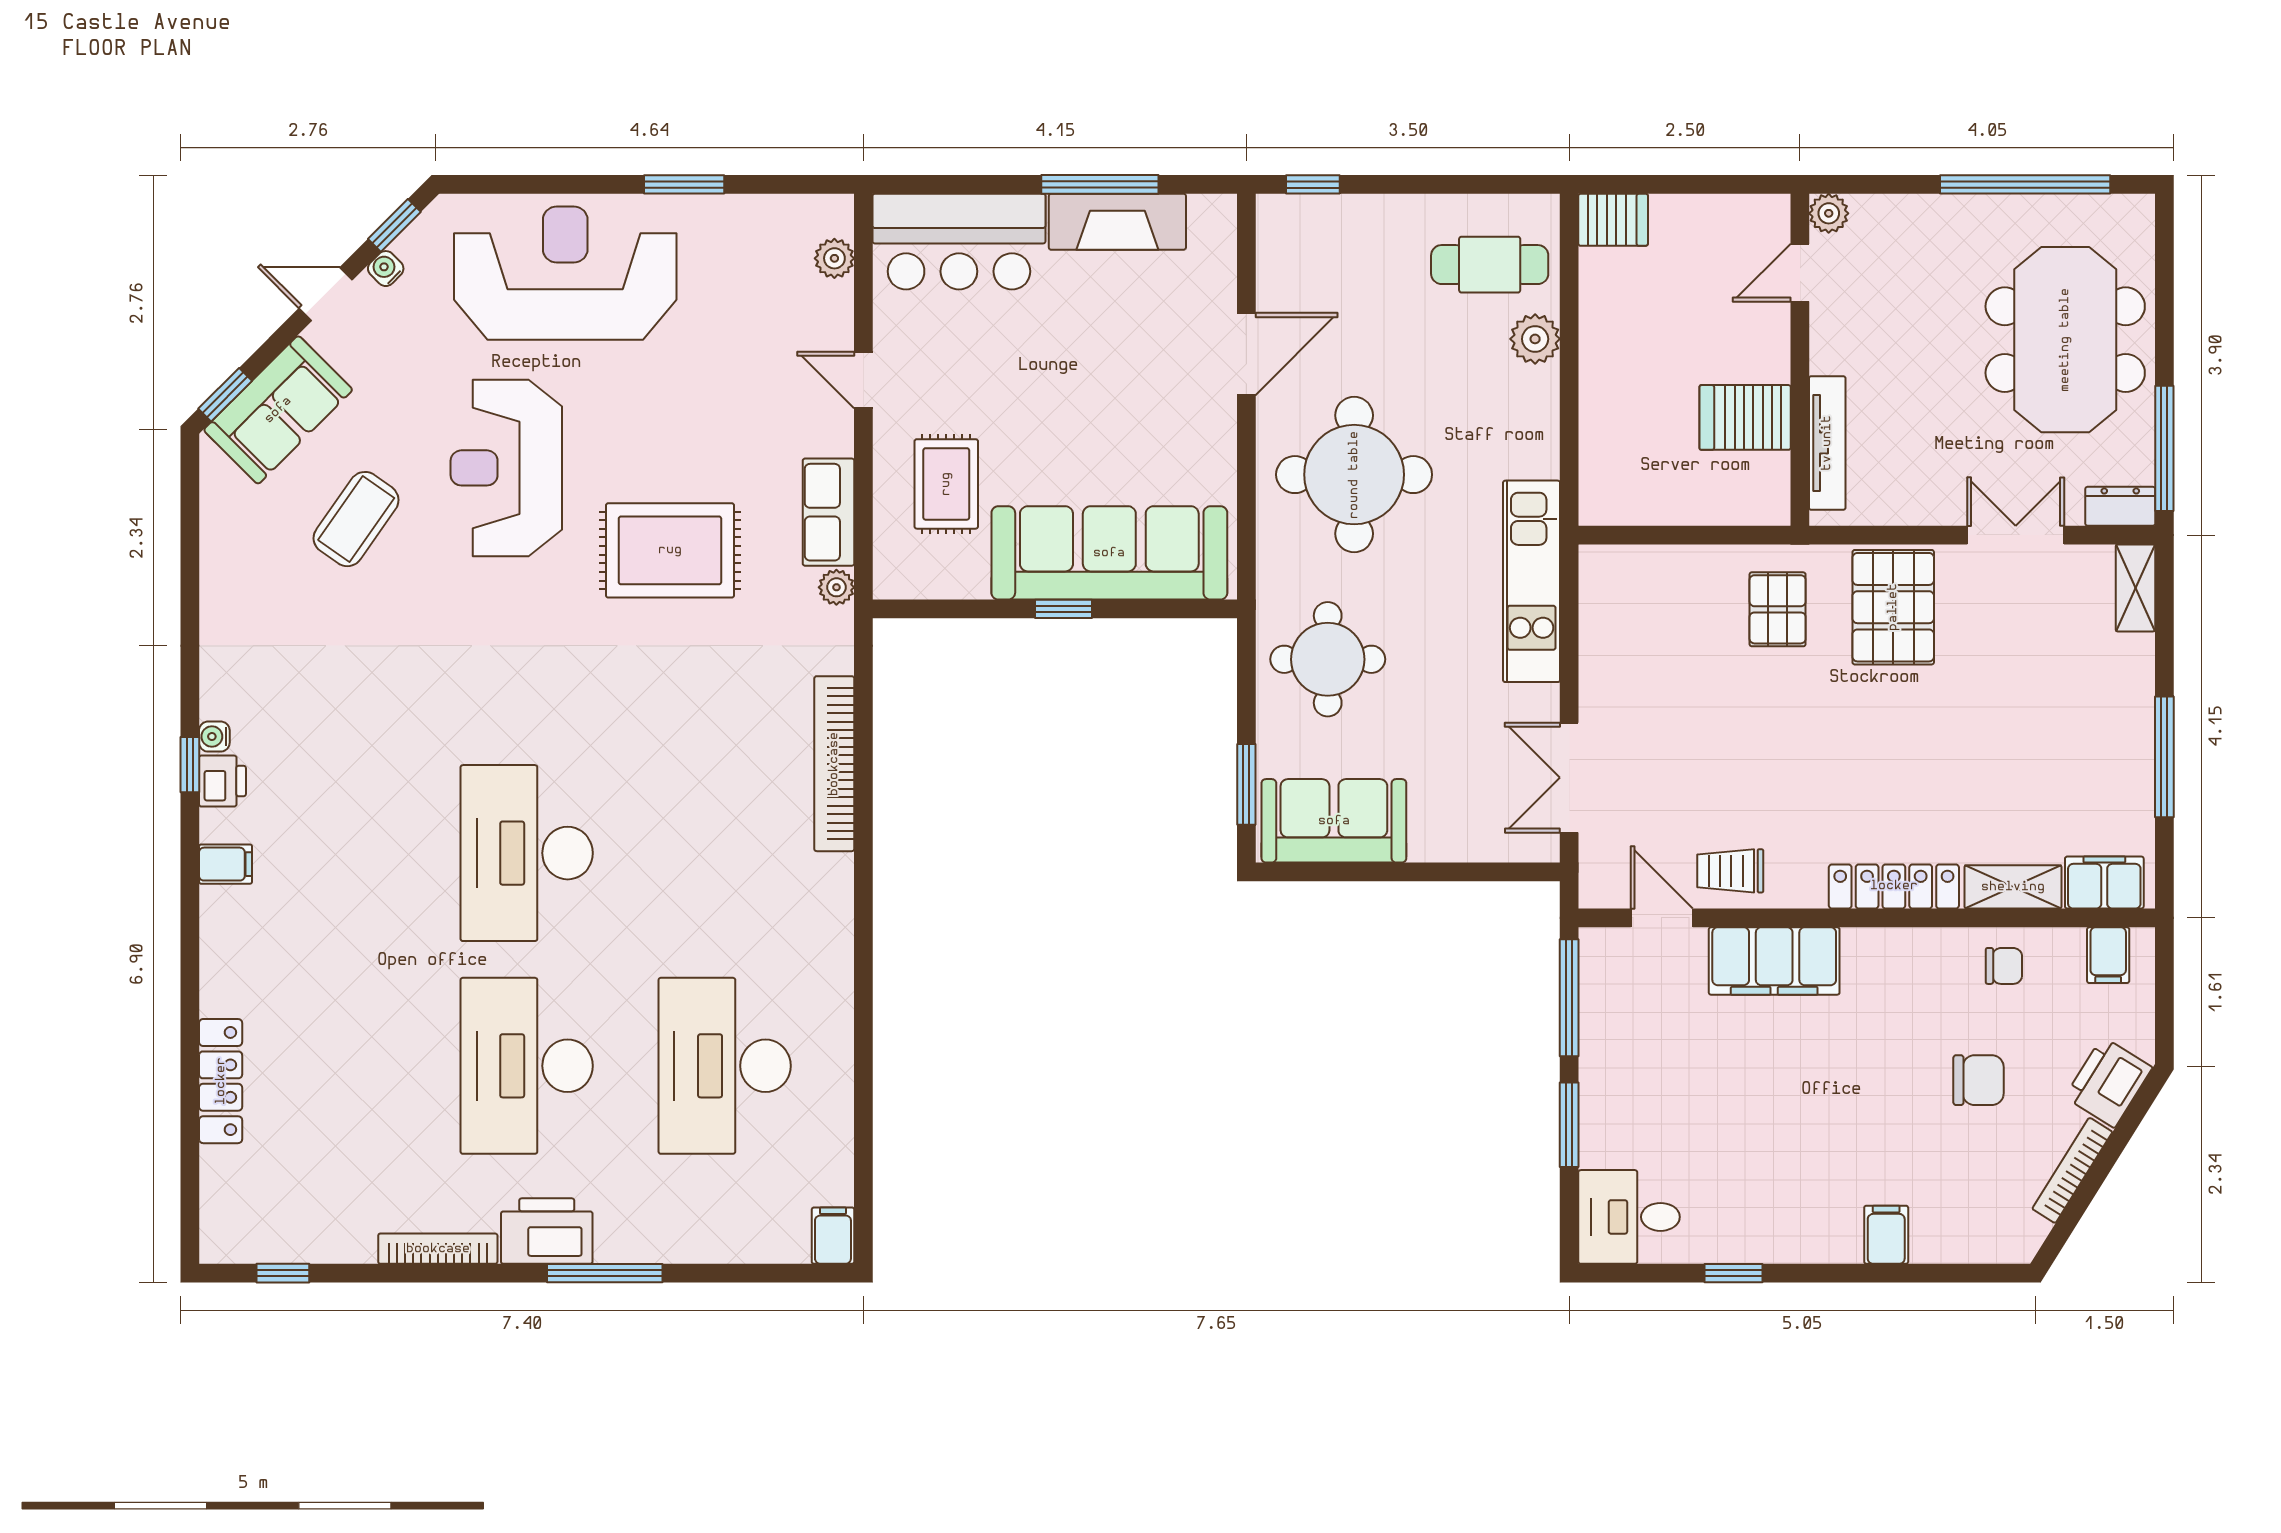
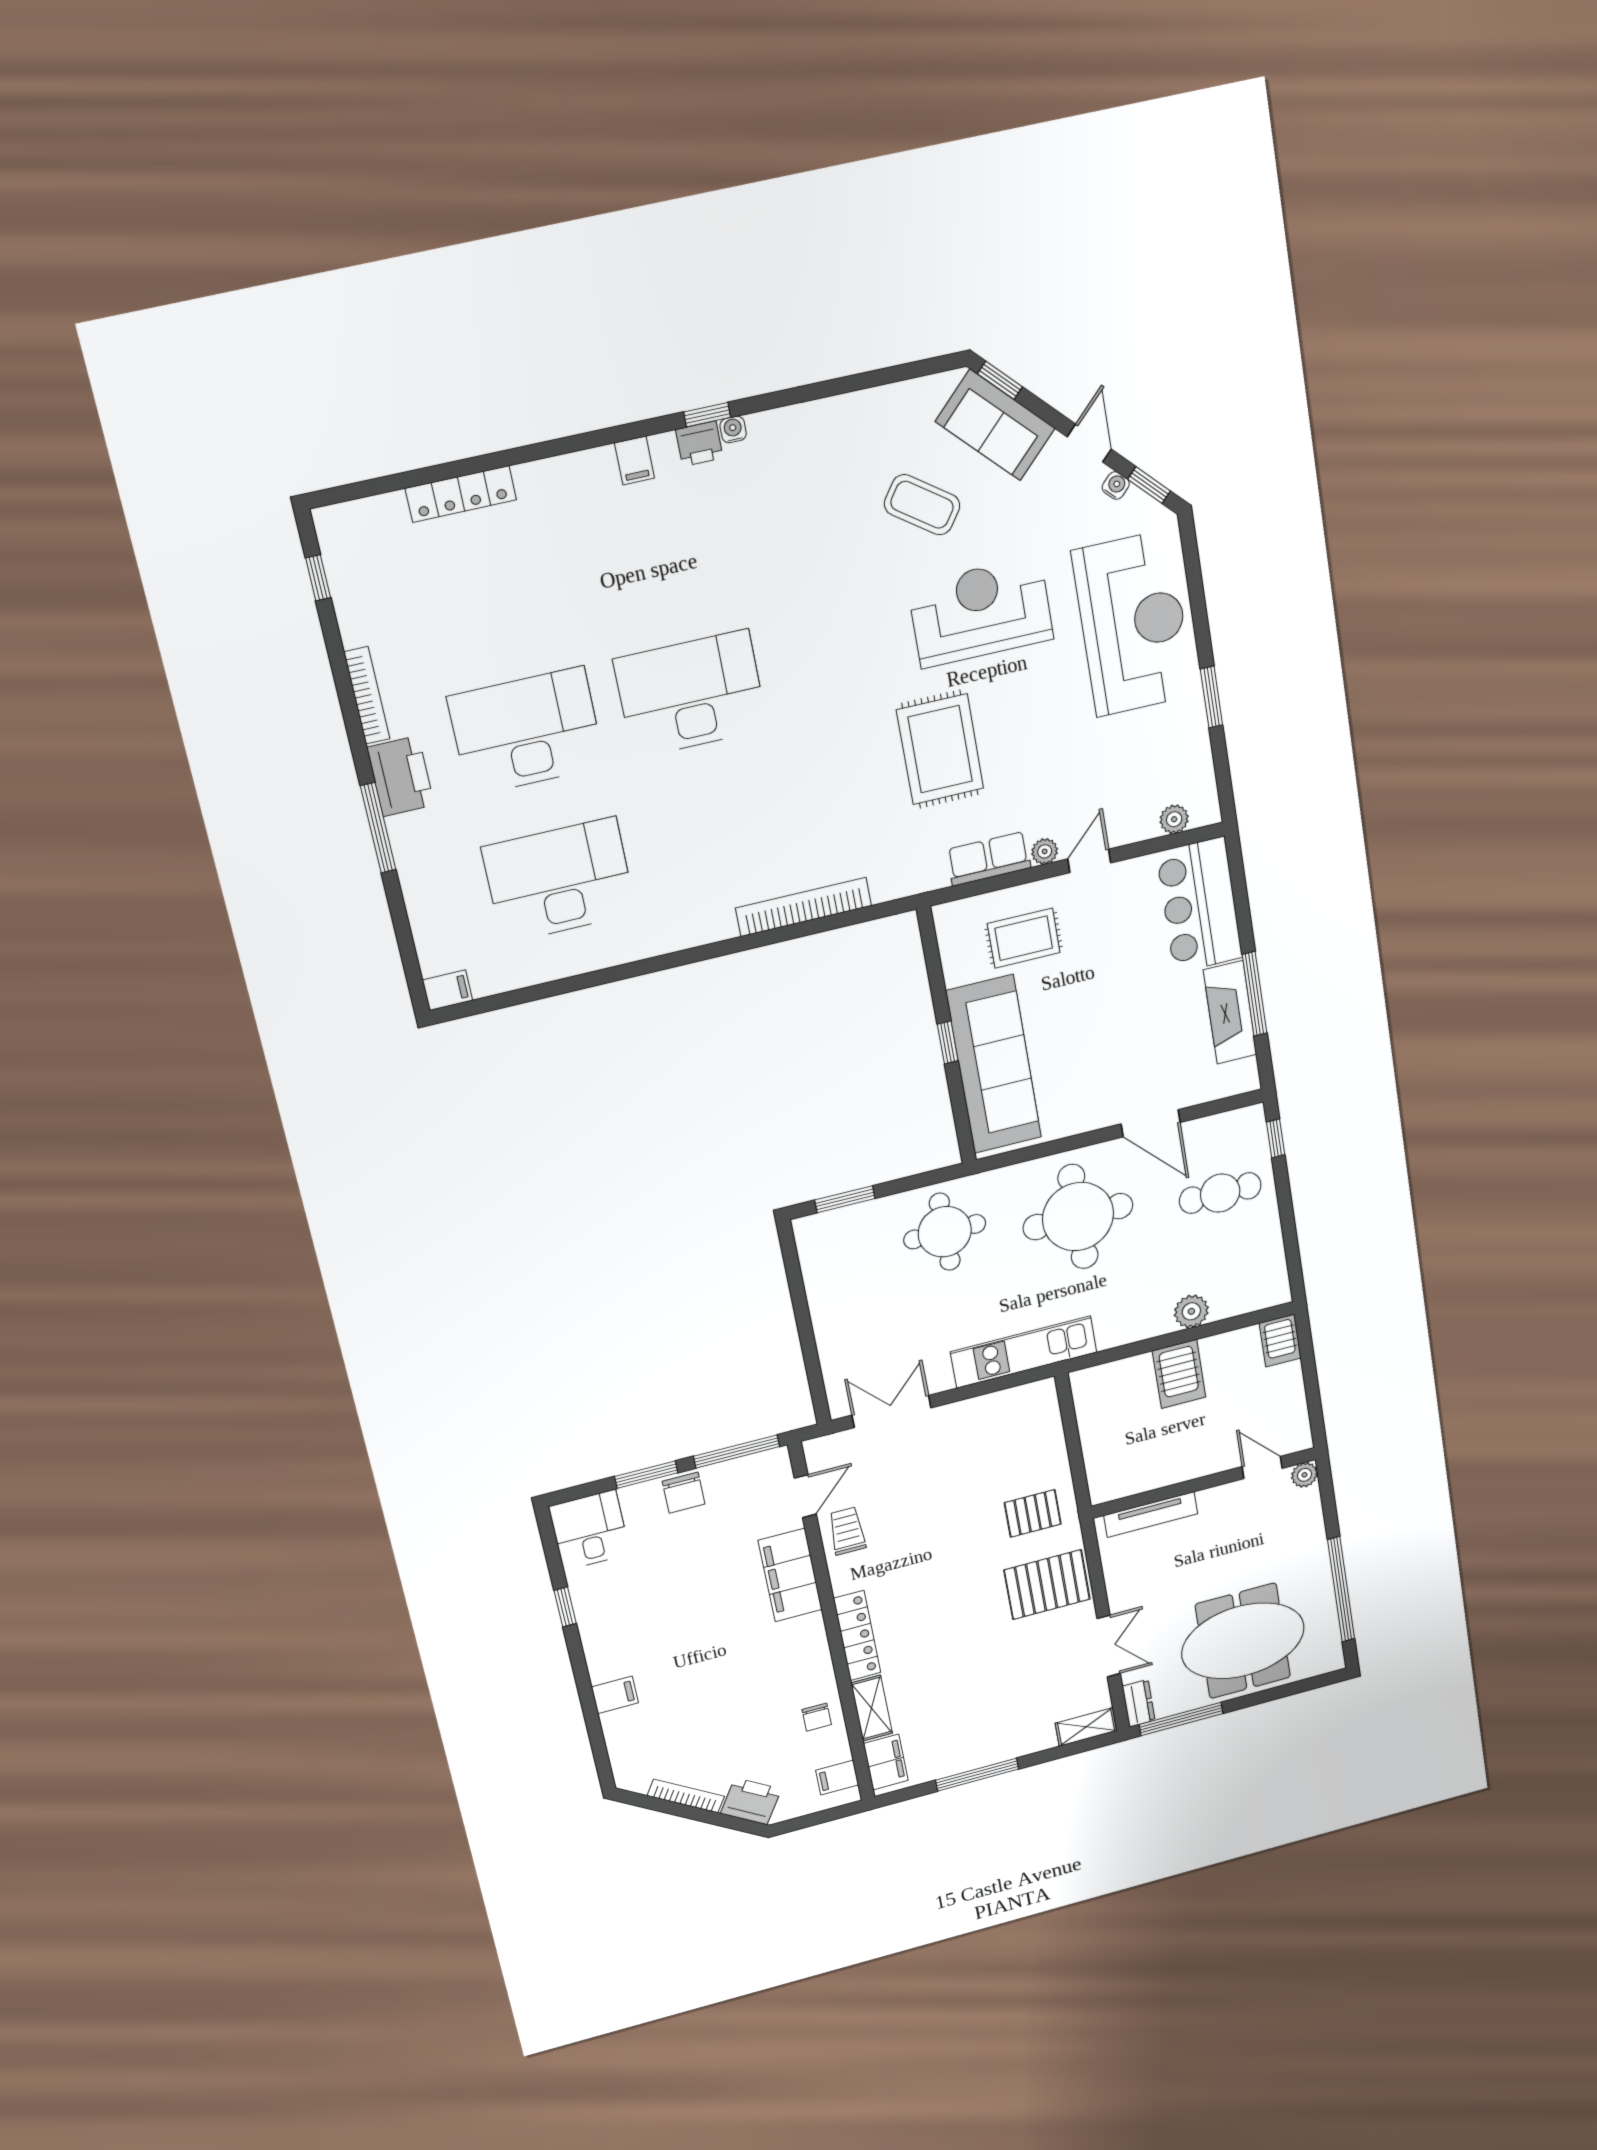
cafe table: (1490, 265) -> (1220, 1193), moved, turned 90
server rack: (1745, 417) -> (1179, 1374), moved, turned 180
plant: (836, 587) -> (1045, 851), moved
sofa: (1334, 821) -> (830, 1265), removed
chair: (1979, 1080) -> (684, 1493), moved

